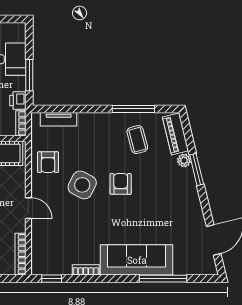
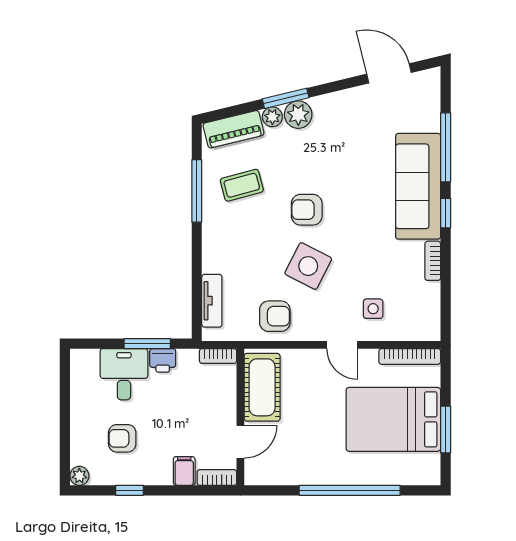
printer: (18, 100) -> (163, 360), moved
plant: (186, 178) -> (298, 115), added
door: (28, 208) -> (342, 345), swing flipped
side table: (53, 229) -> (373, 309), added
window: (52, 279) -> (446, 213), moved

